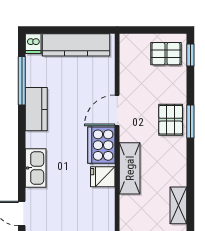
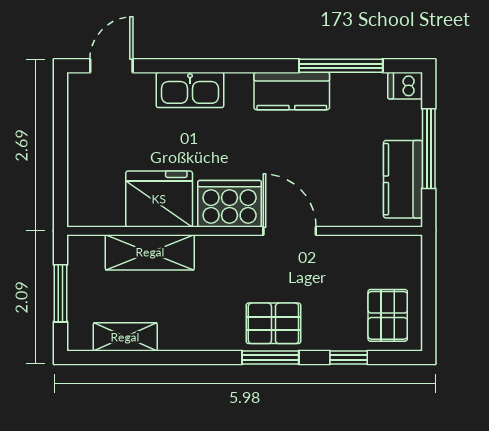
window: (70, 30) -> (429, 149), added
kitchen counter: (76, 45) -> (403, 179), width x0.67
window: (190, 55) -> (349, 358), moved
shelving: (130, 168) -> (150, 252), moved
fridge: (103, 177) -> (159, 199), width x1.88, depth x1.34

